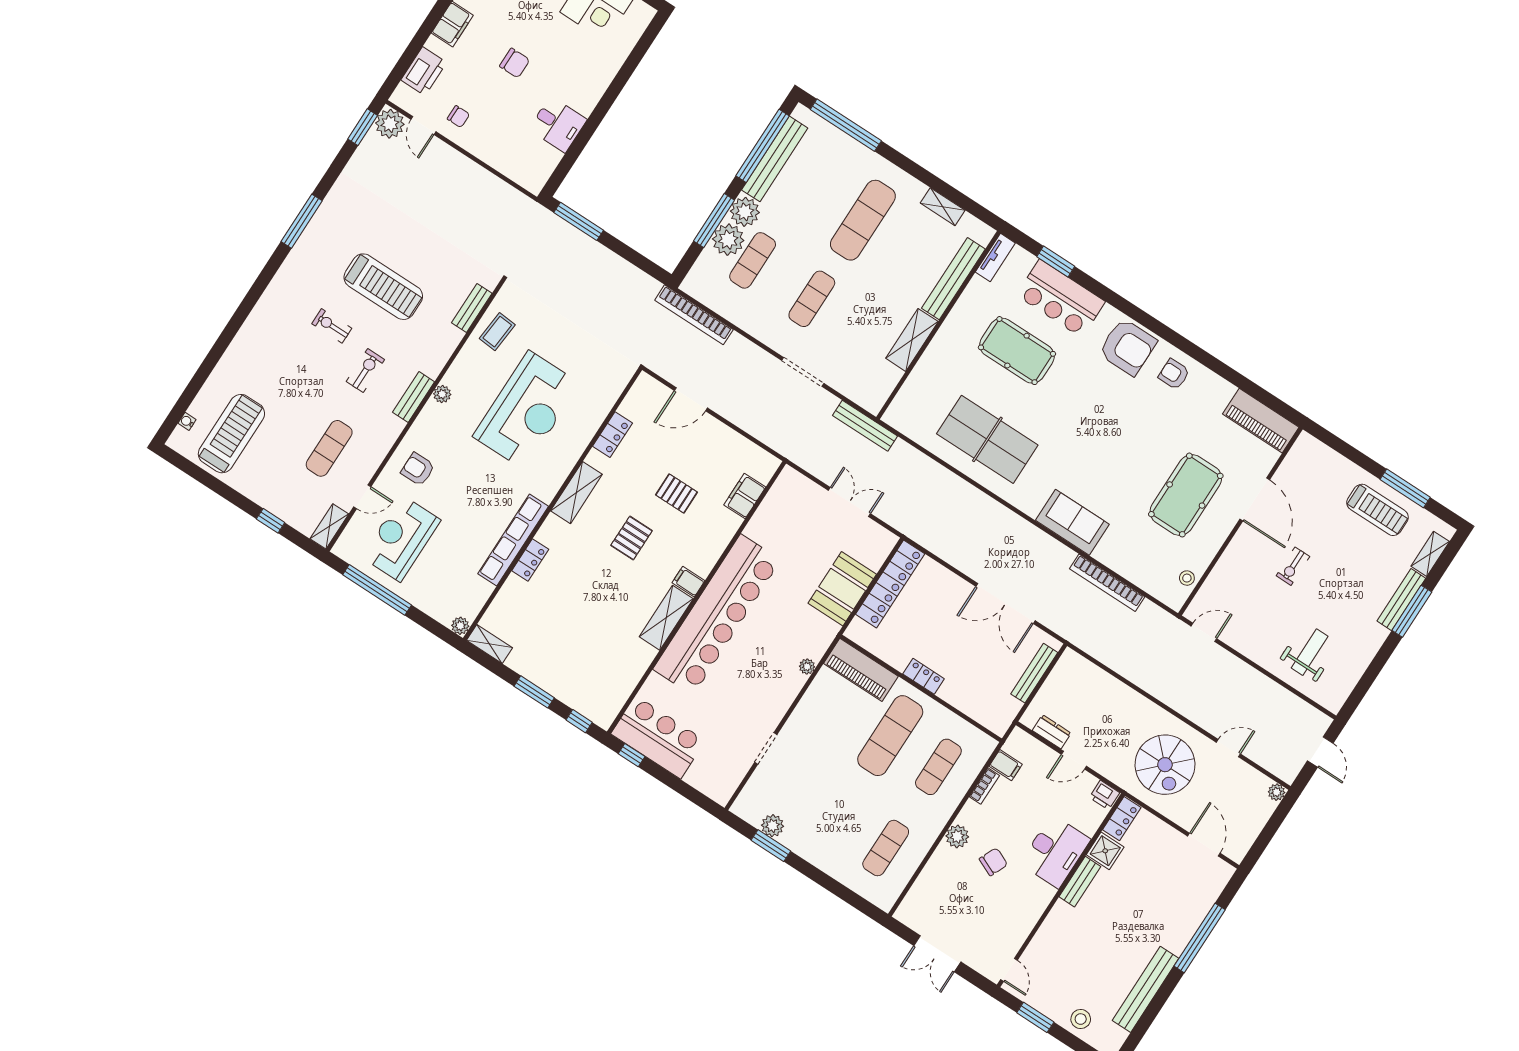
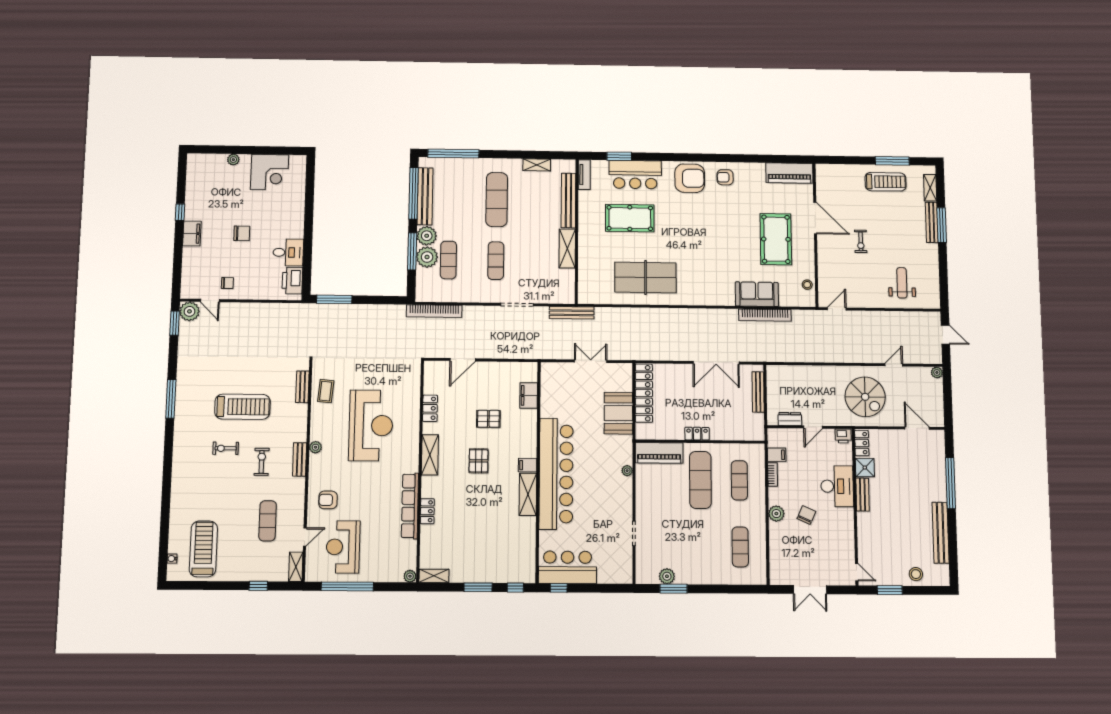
printer: (424, 71) -> (292, 281), moved, turned 180
sofa: (1072, 522) -> (757, 294), moved

